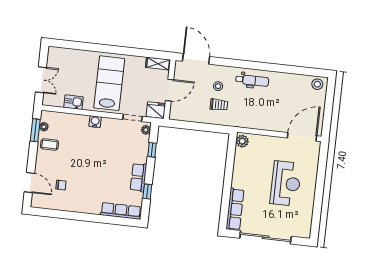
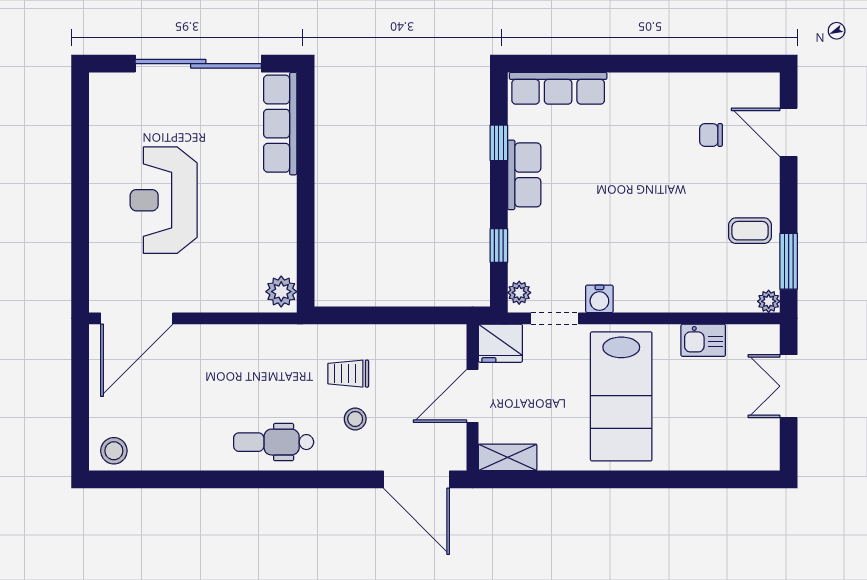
water cooler: (95, 122) -> (599, 299), moved
plant: (44, 127) -> (769, 301), moved

